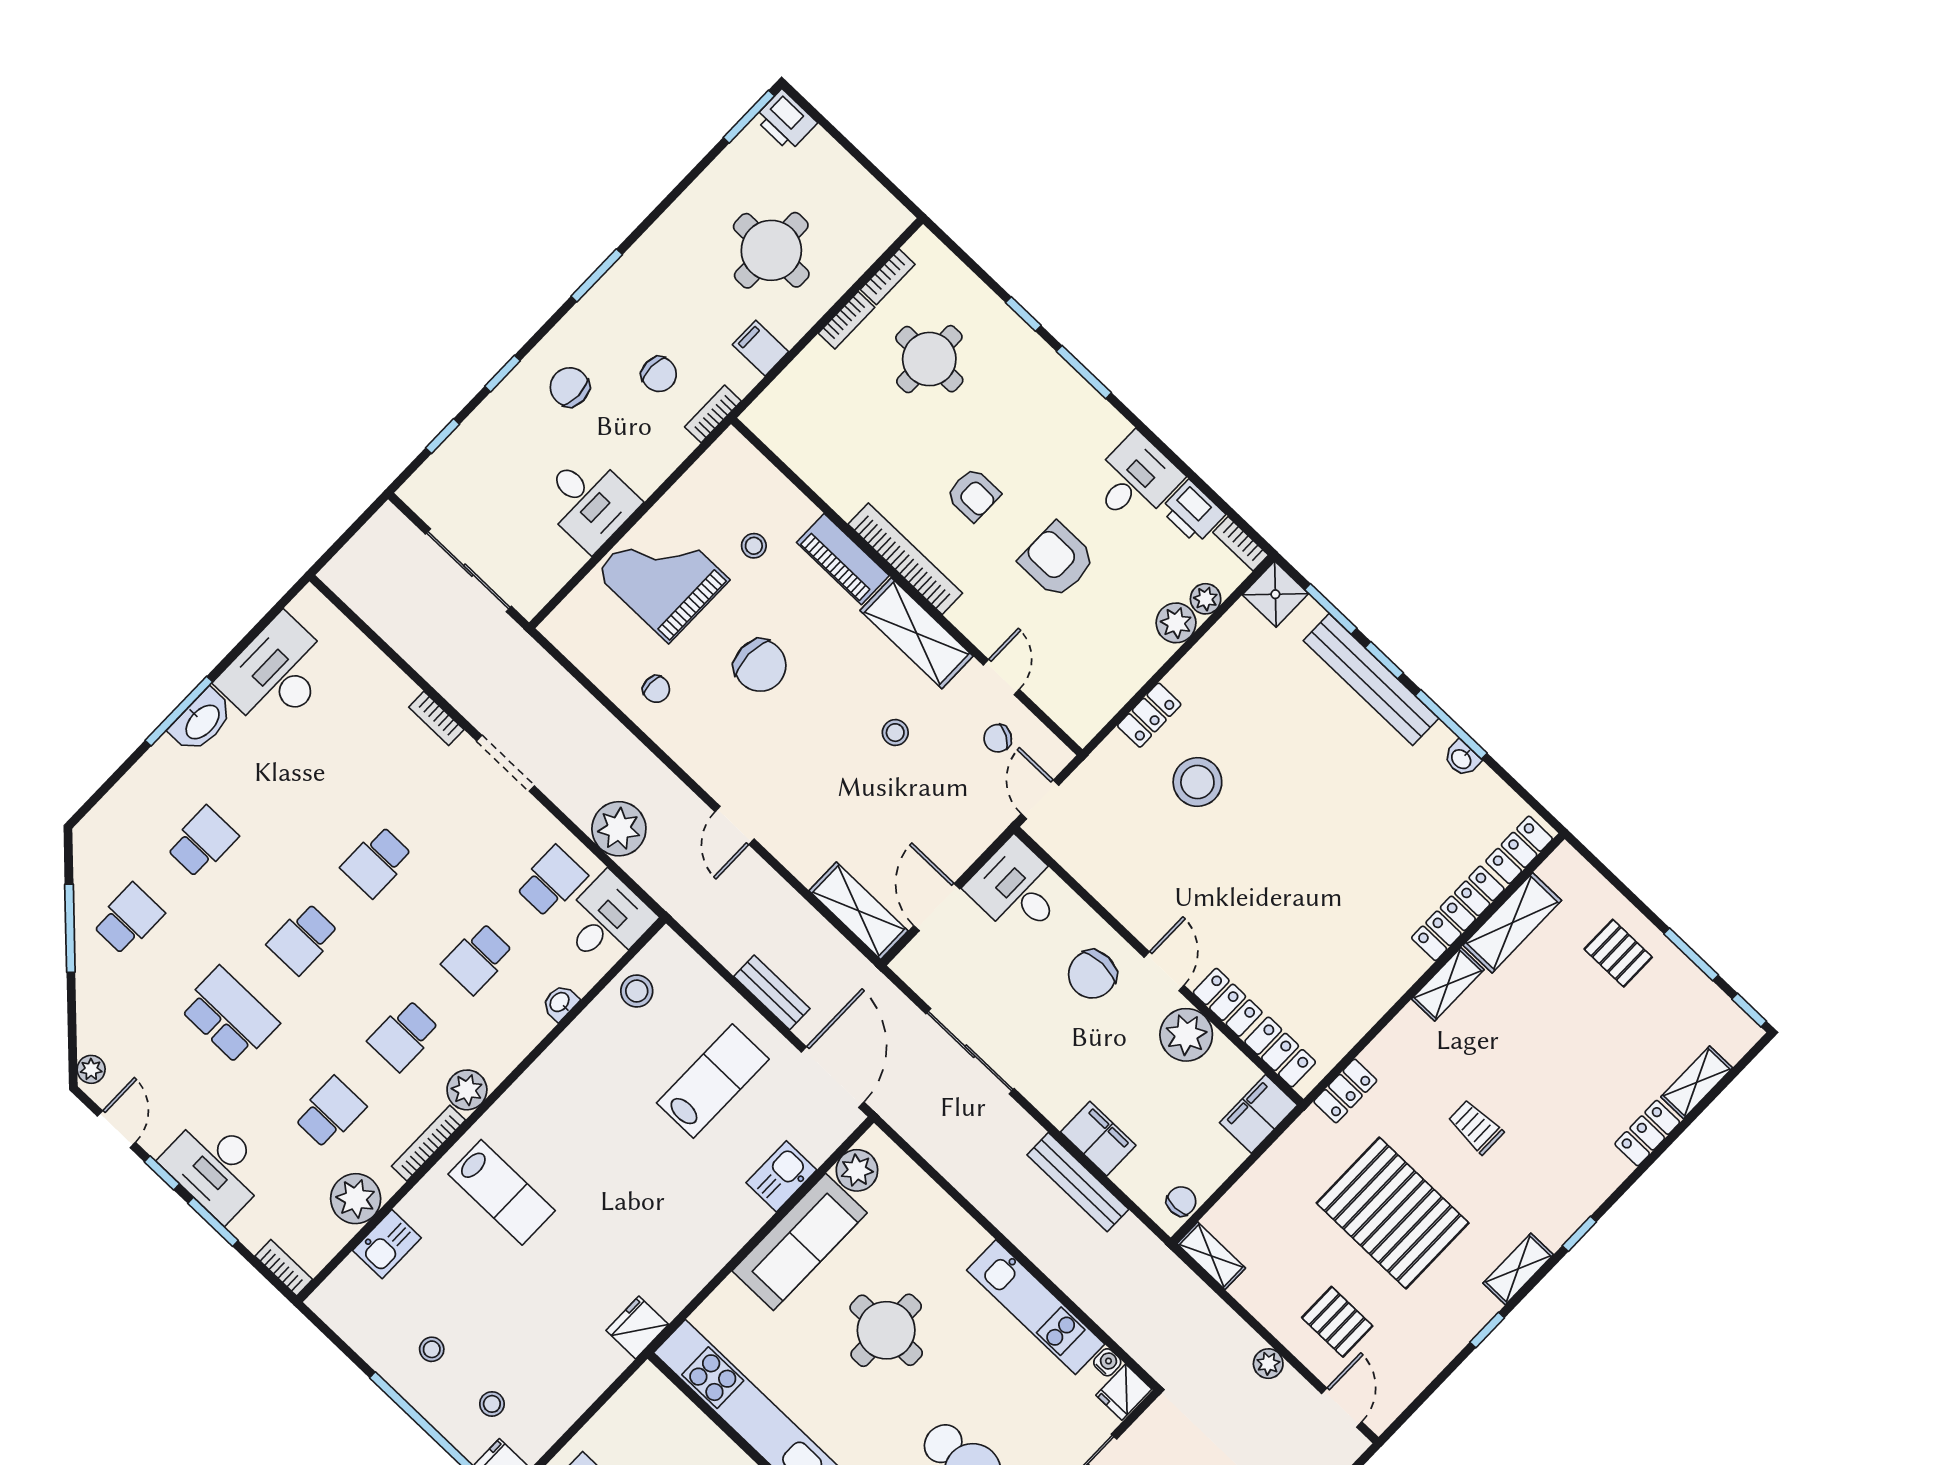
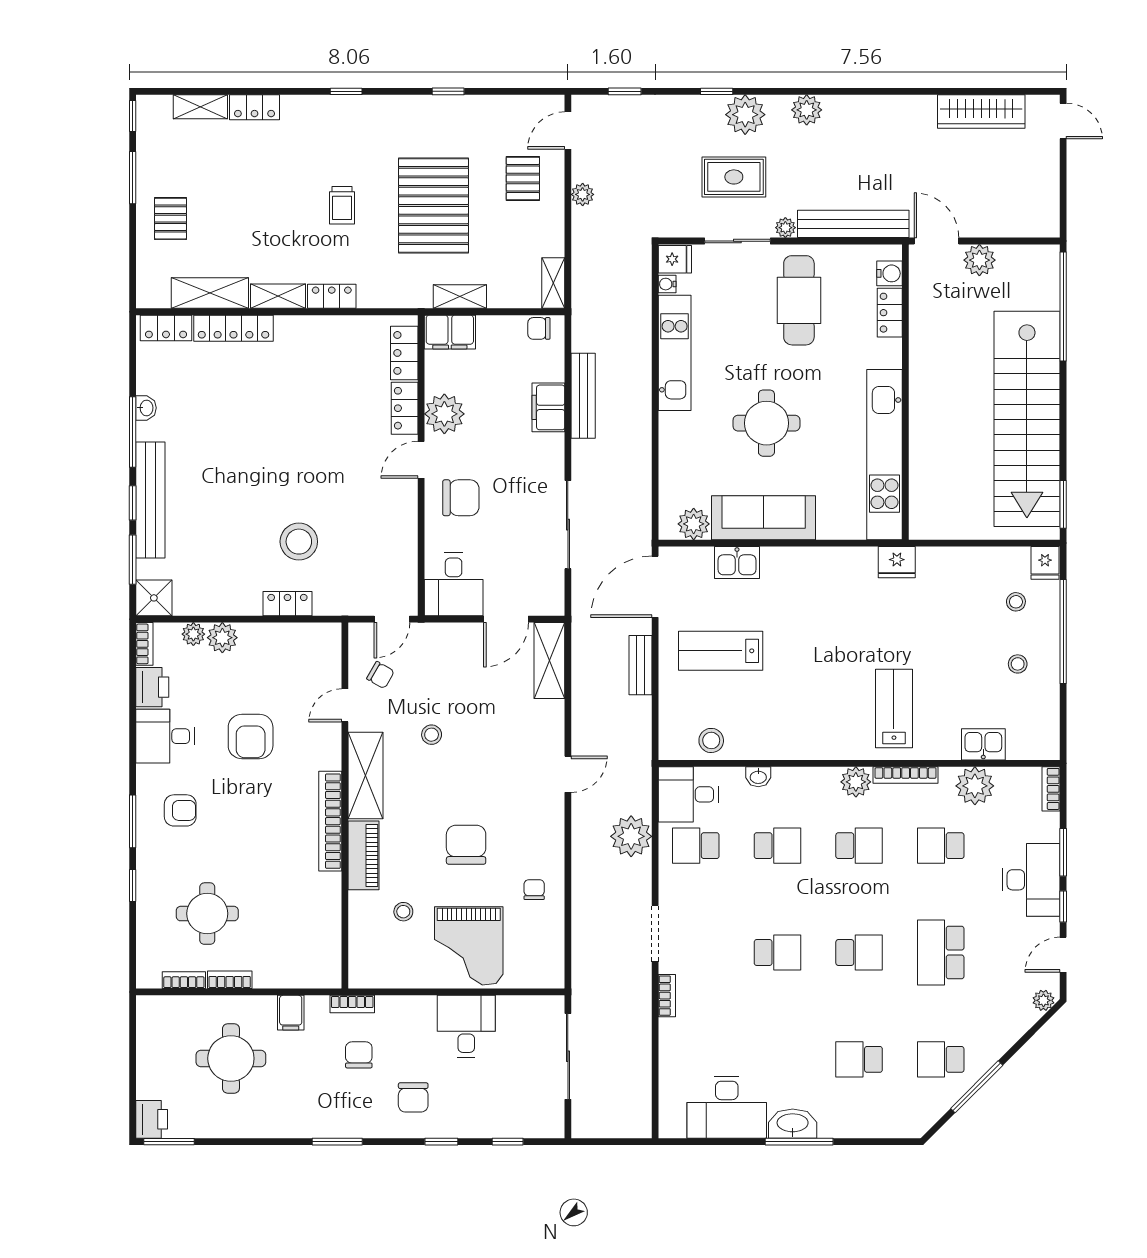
armchair: (973, 495) -> (180, 810), moved, turned 90
locker: (1345, 1091) -> (332, 296), moved
shelving: (1518, 1269) -> (460, 297), moved

